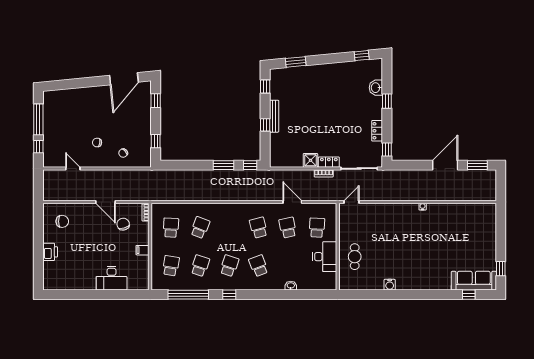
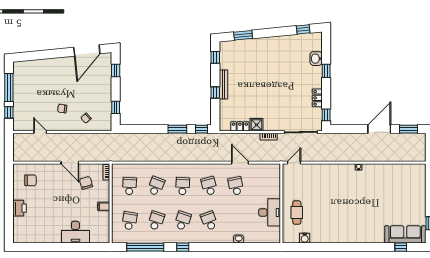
locker: (329, 162) -> (240, 126), moved
school desk: (317, 228) -> (183, 186), moved
water cooler: (390, 285) -> (305, 238), moved

